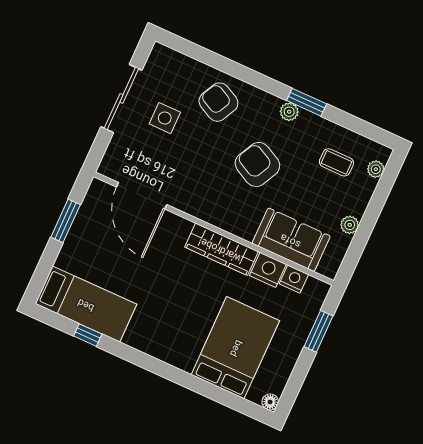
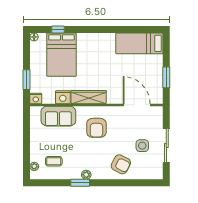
armchair: (257, 164) -> (96, 128), moved, turned 63
plant: (350, 225) -> (35, 135), removed
nightstand: (294, 279) -> (36, 99), moved
window: (88, 335) -> (58, 29), moved

